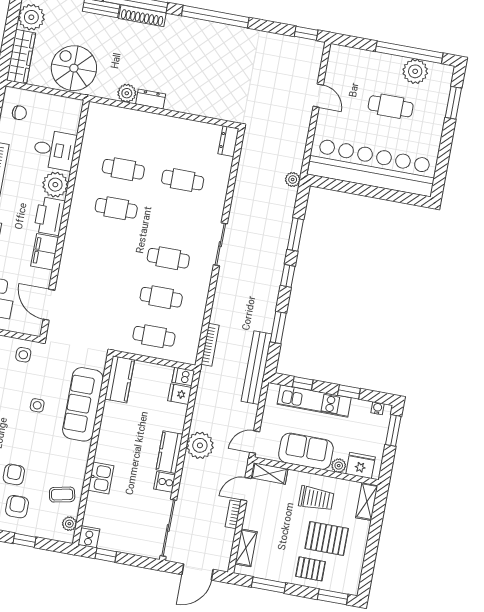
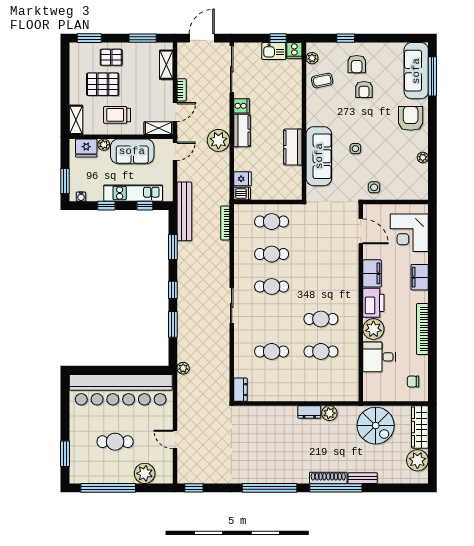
plant: (415, 71) -> (145, 473), moved
kitchen counter: (120, 379) -> (293, 147), moved
kitchen sink: (101, 478) -> (274, 51), moved, turned -90

